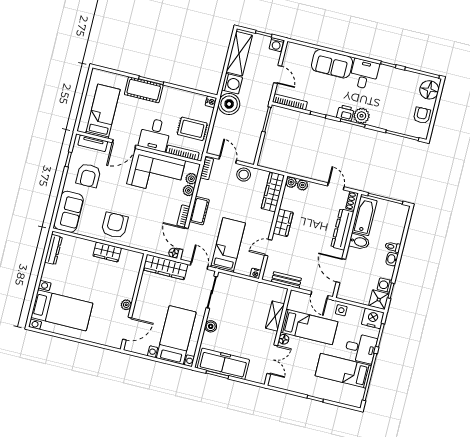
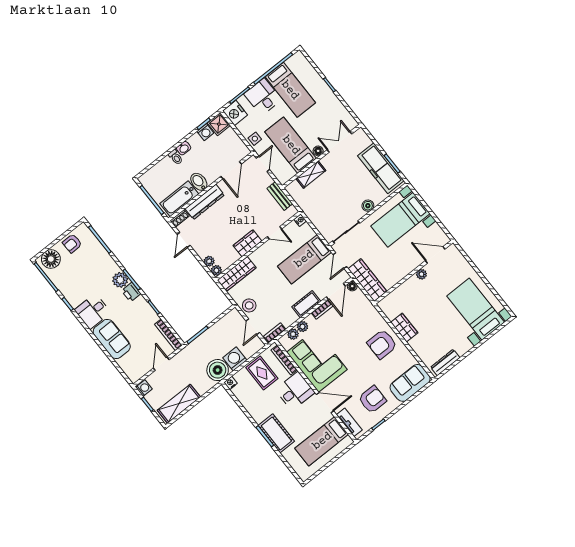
washing machine: (232, 84) -> (235, 359), moved

